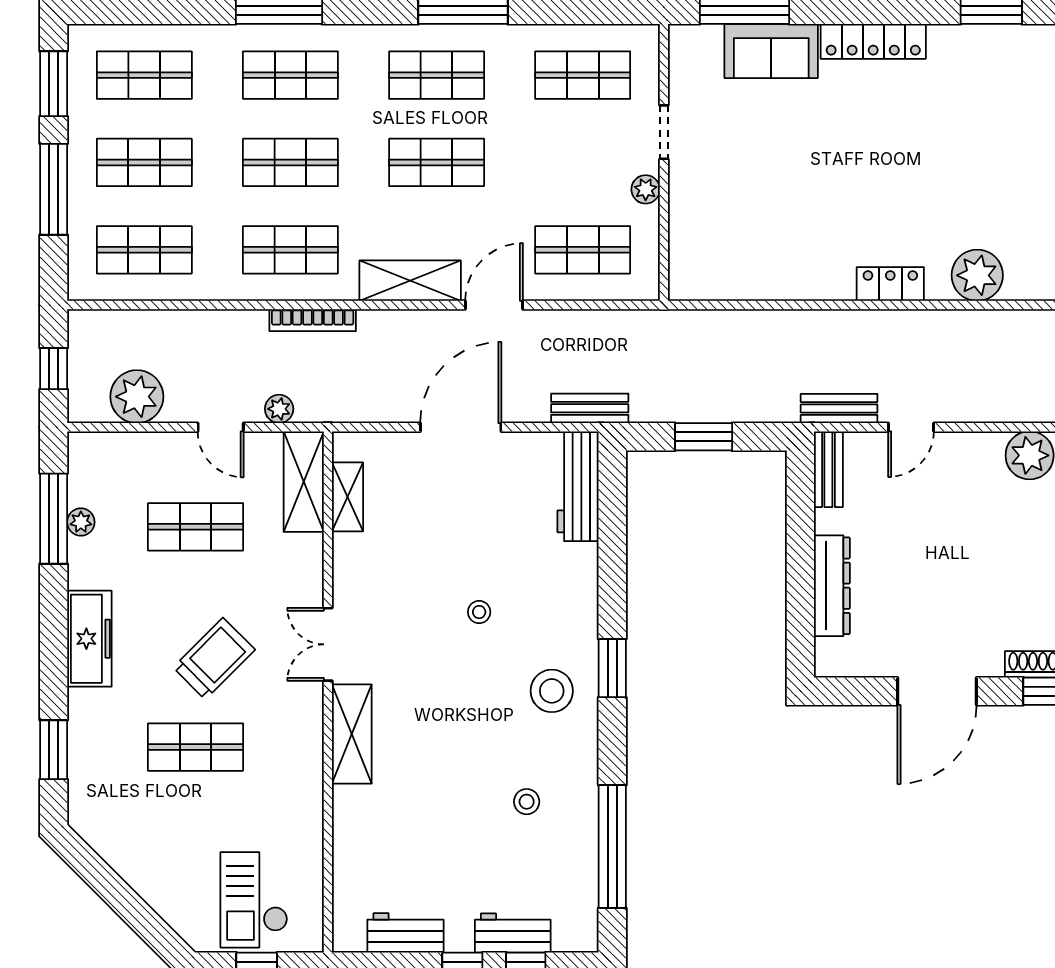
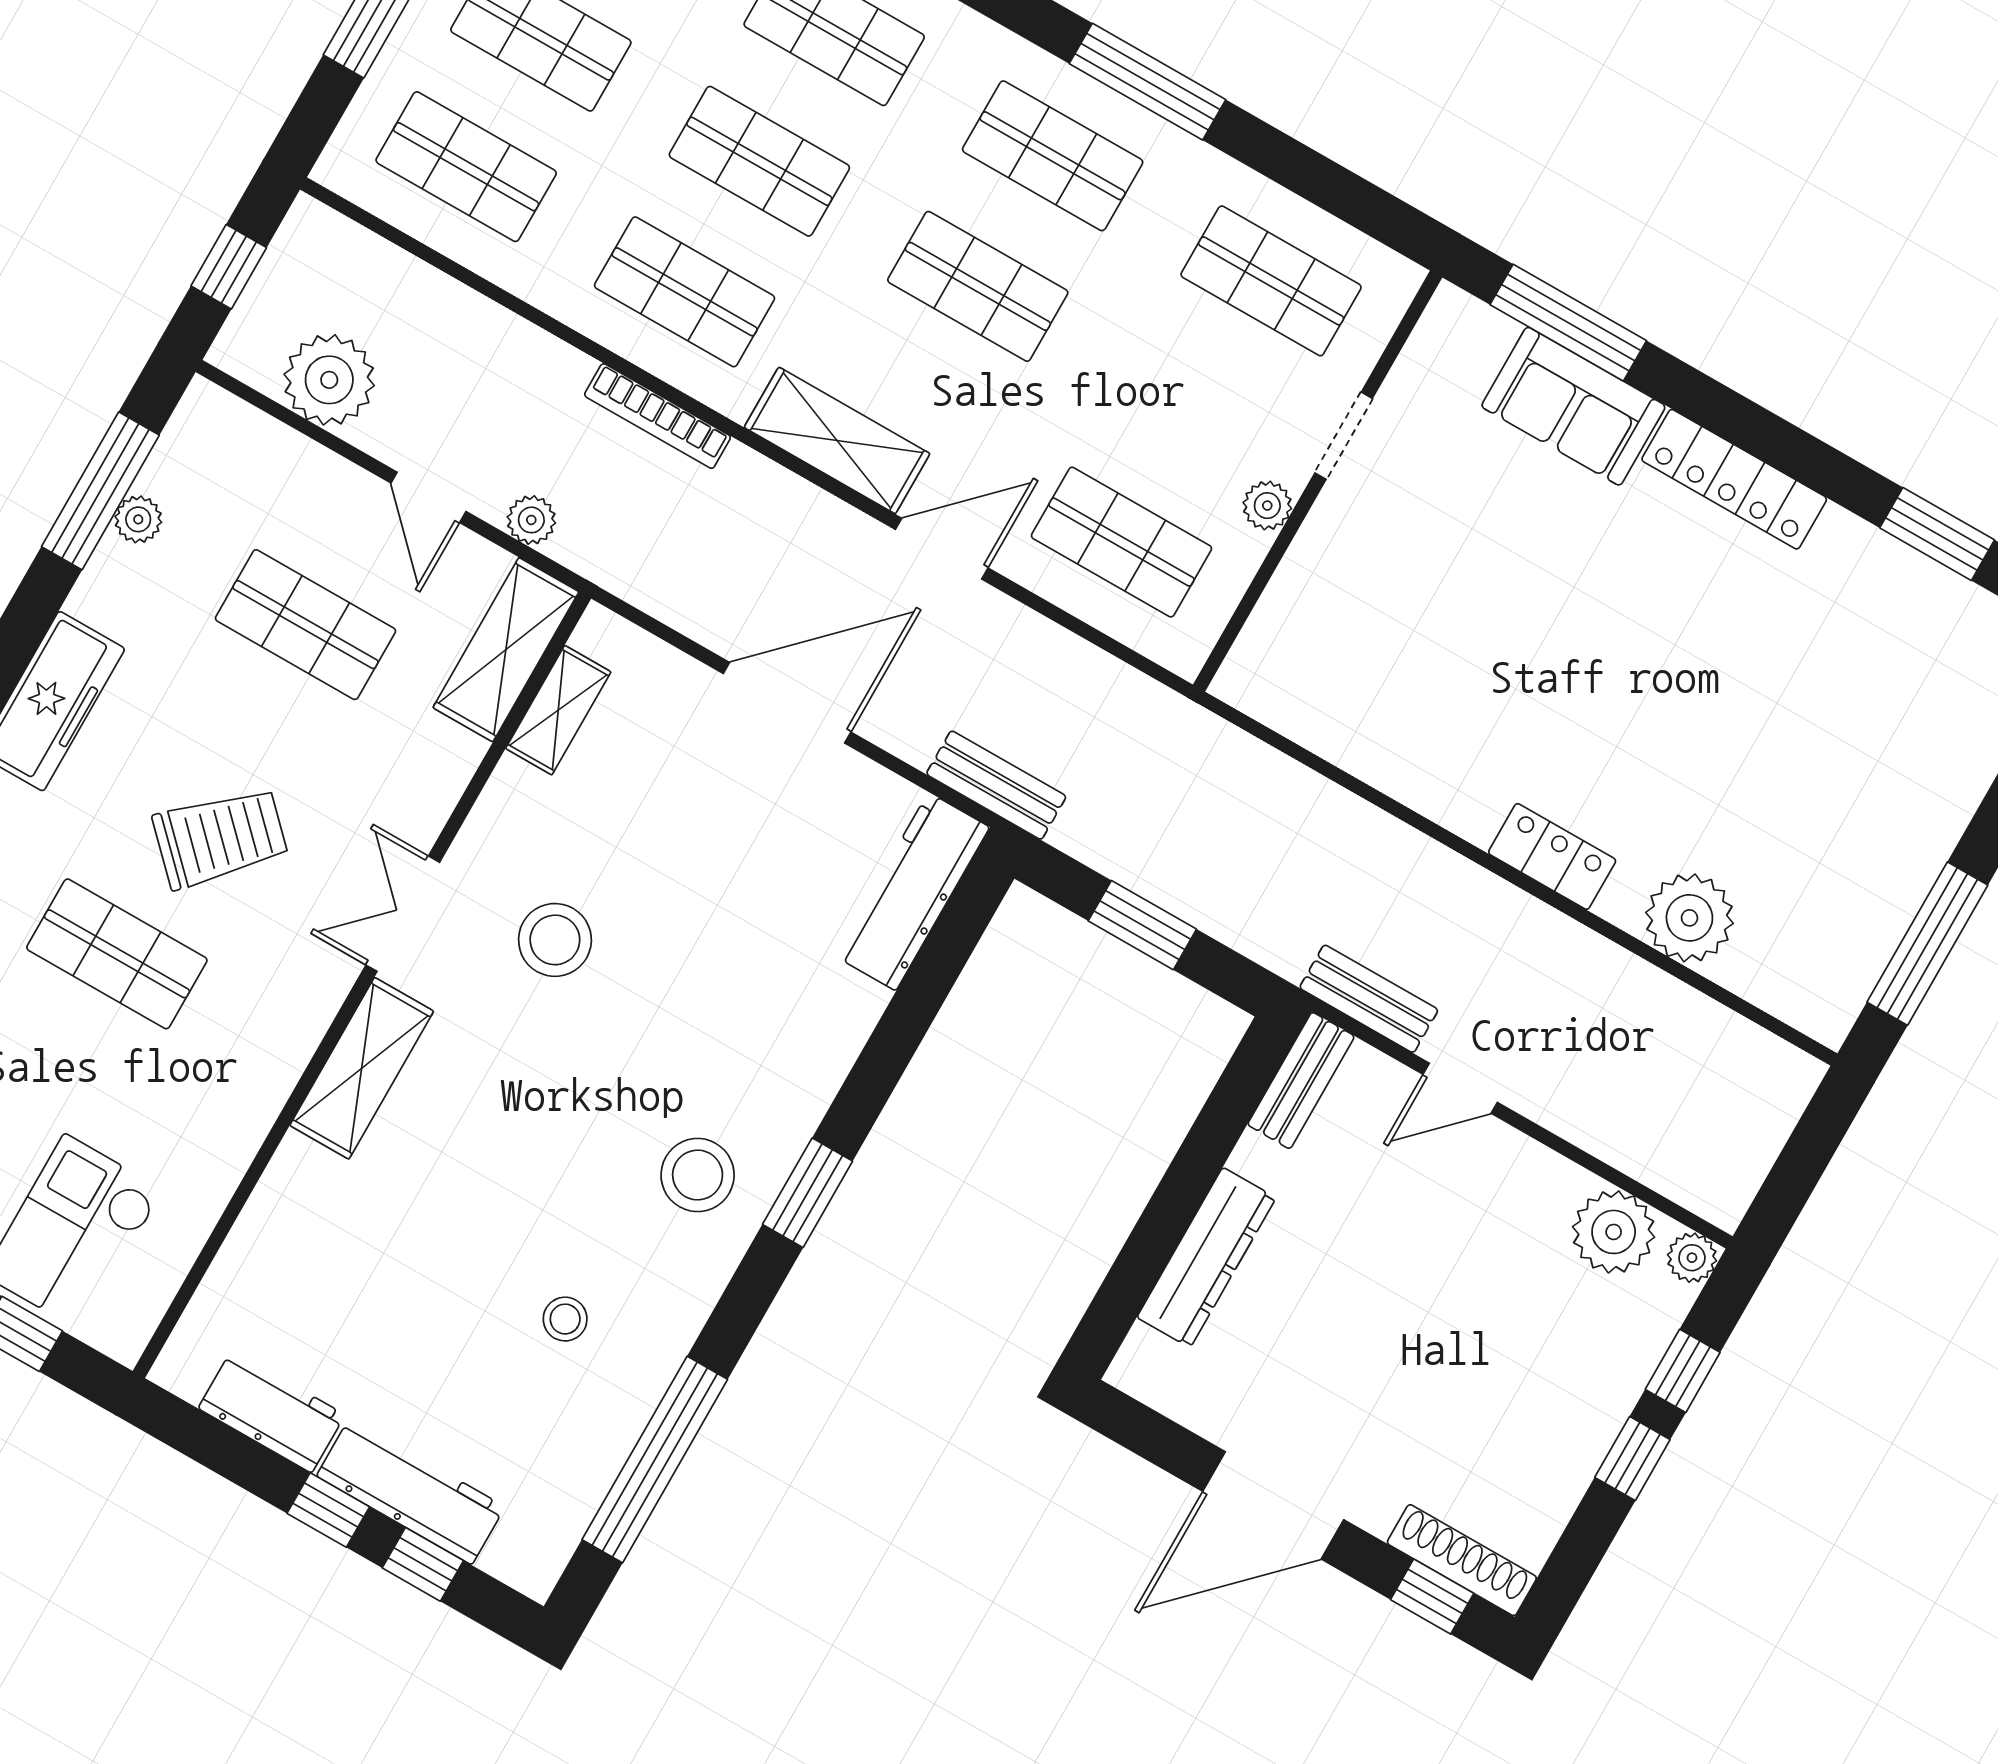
stool: (479, 612) -> (555, 940), moved, width x1.89, depth x1.89
workbench: (513, 933) -> (411, 1491), width x1.38

